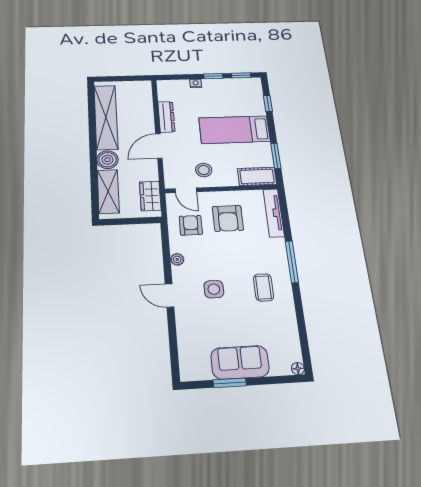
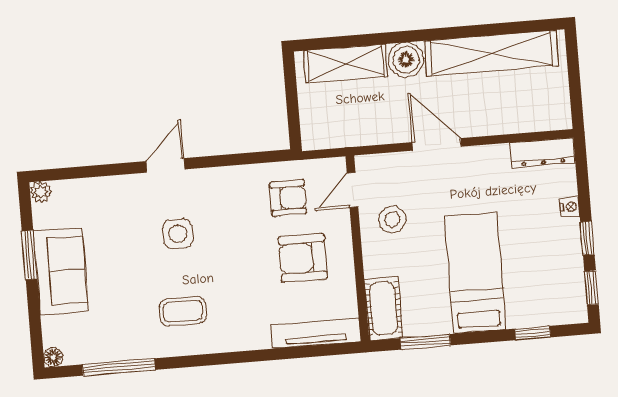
dresser: (166, 117) -> (543, 152), moved
wardrobe: (150, 196) -> (340, 132), removed
plant: (177, 259) -> (41, 192), moved
window: (292, 262) -> (119, 367), moved

